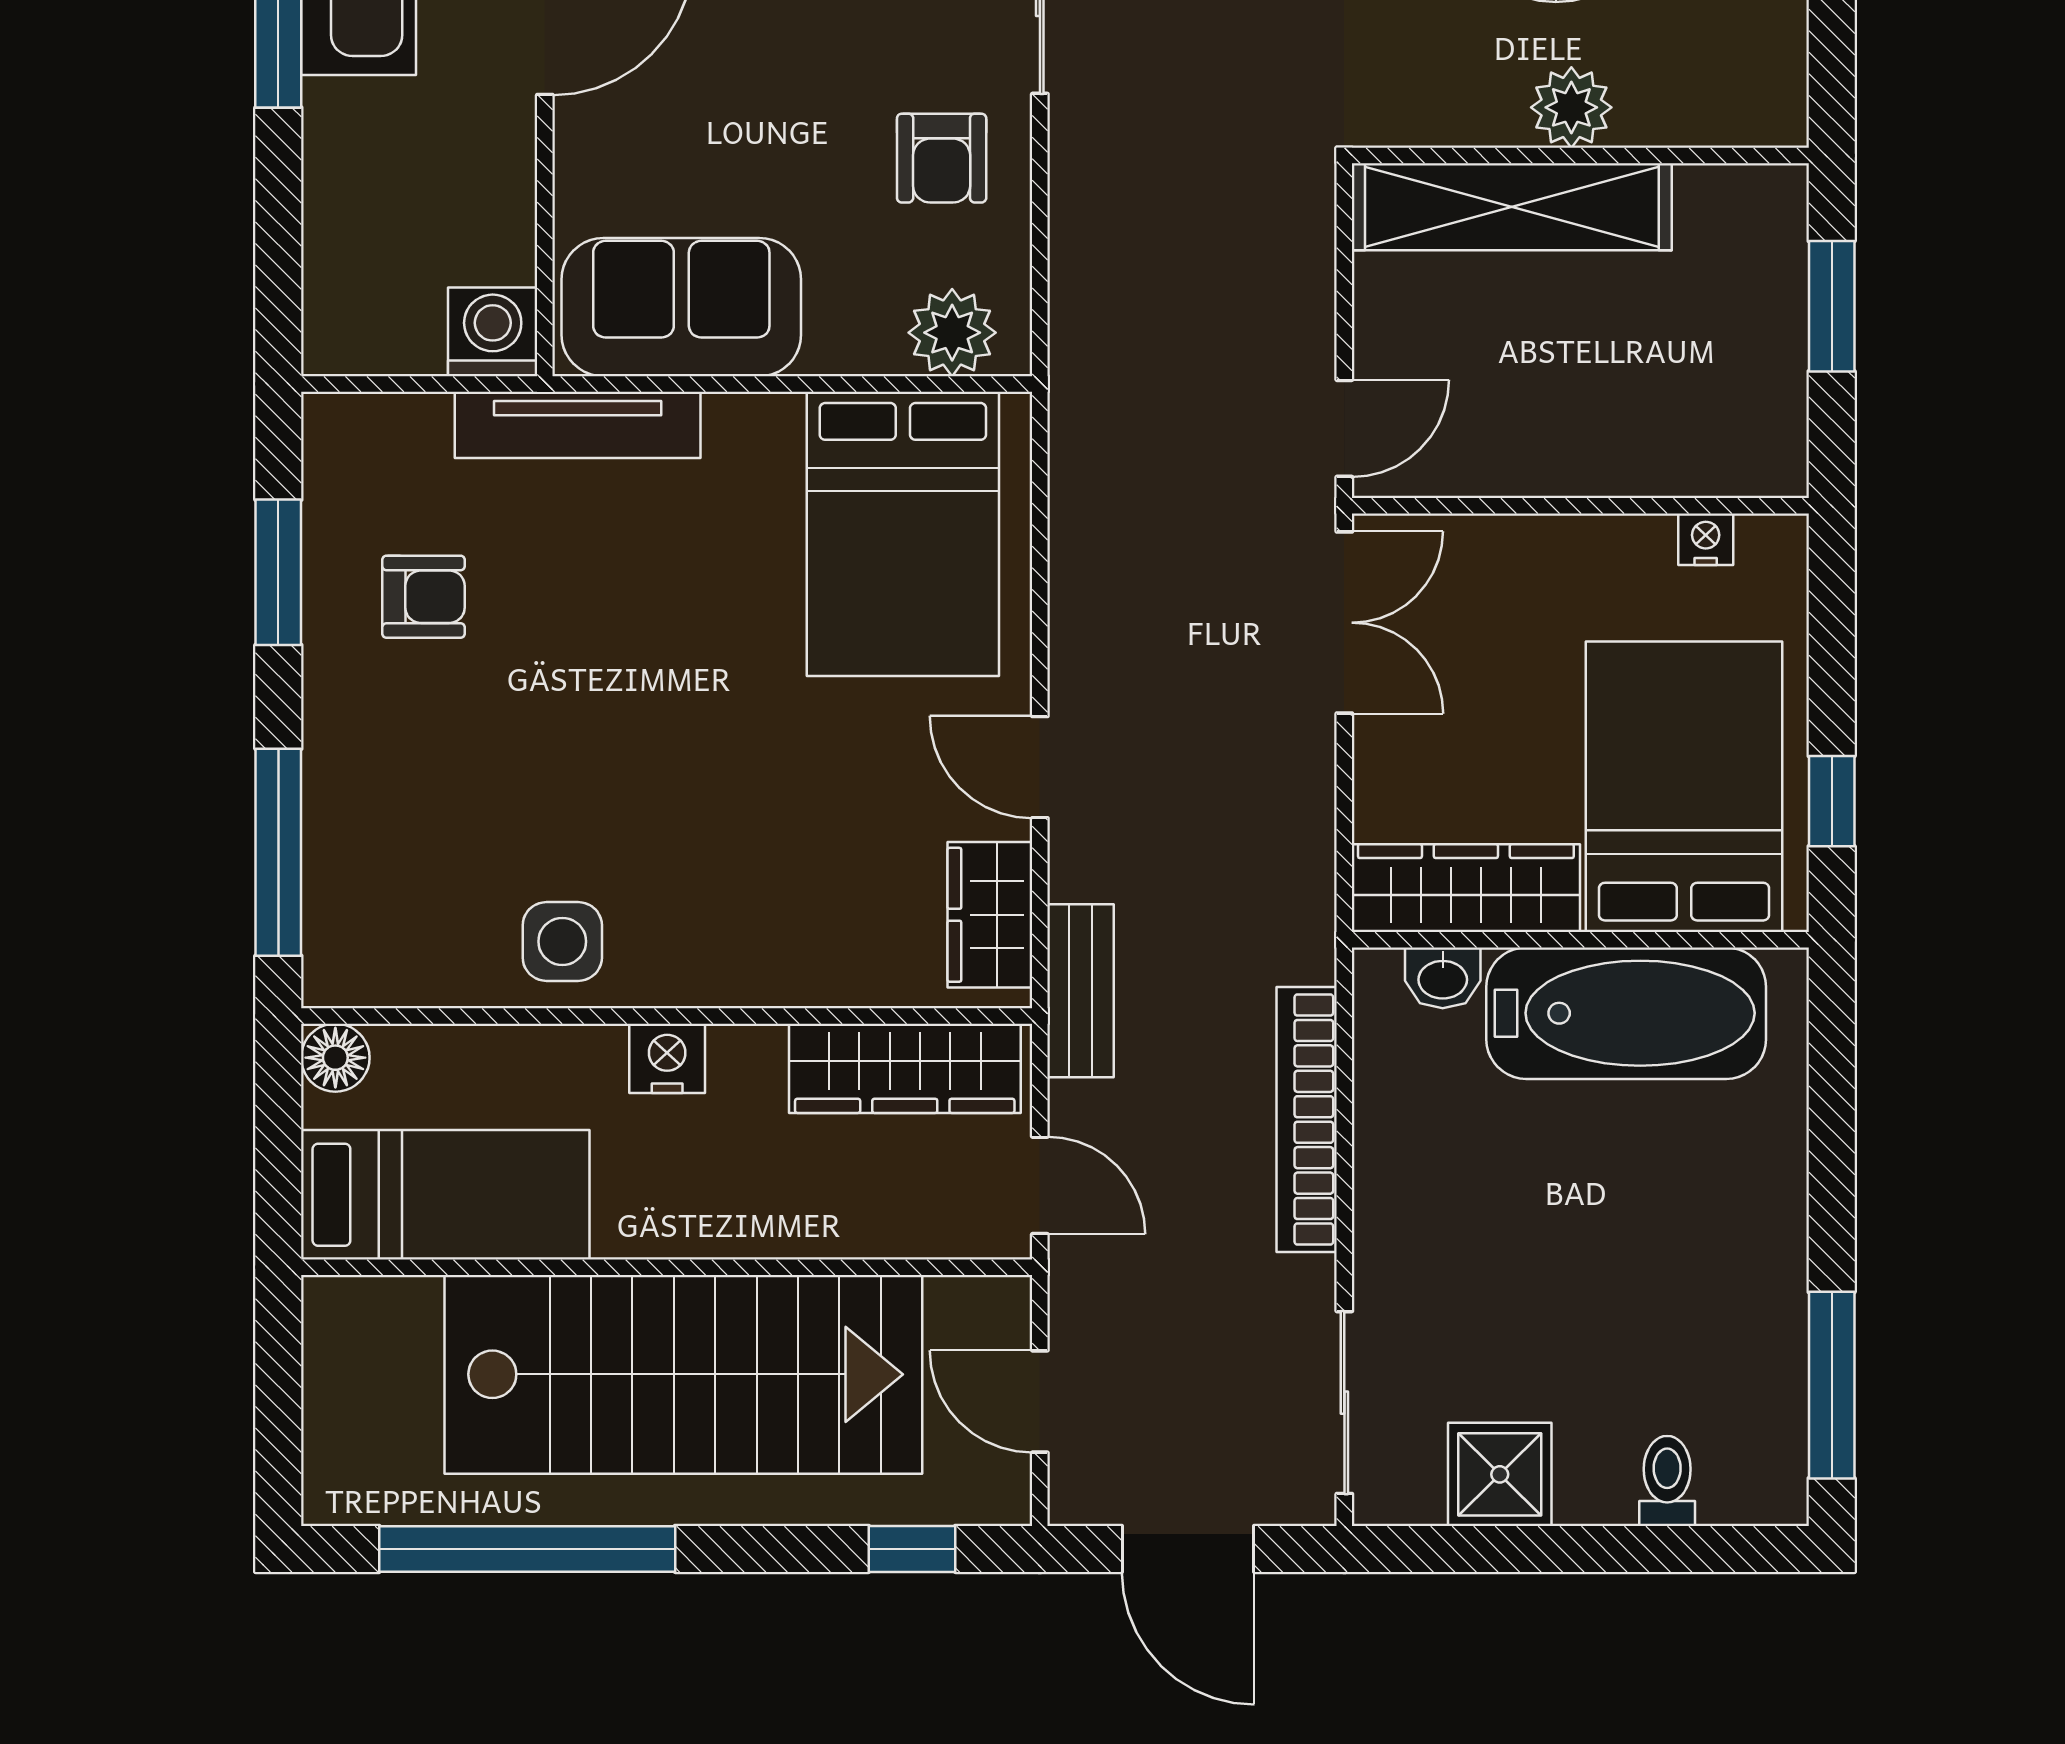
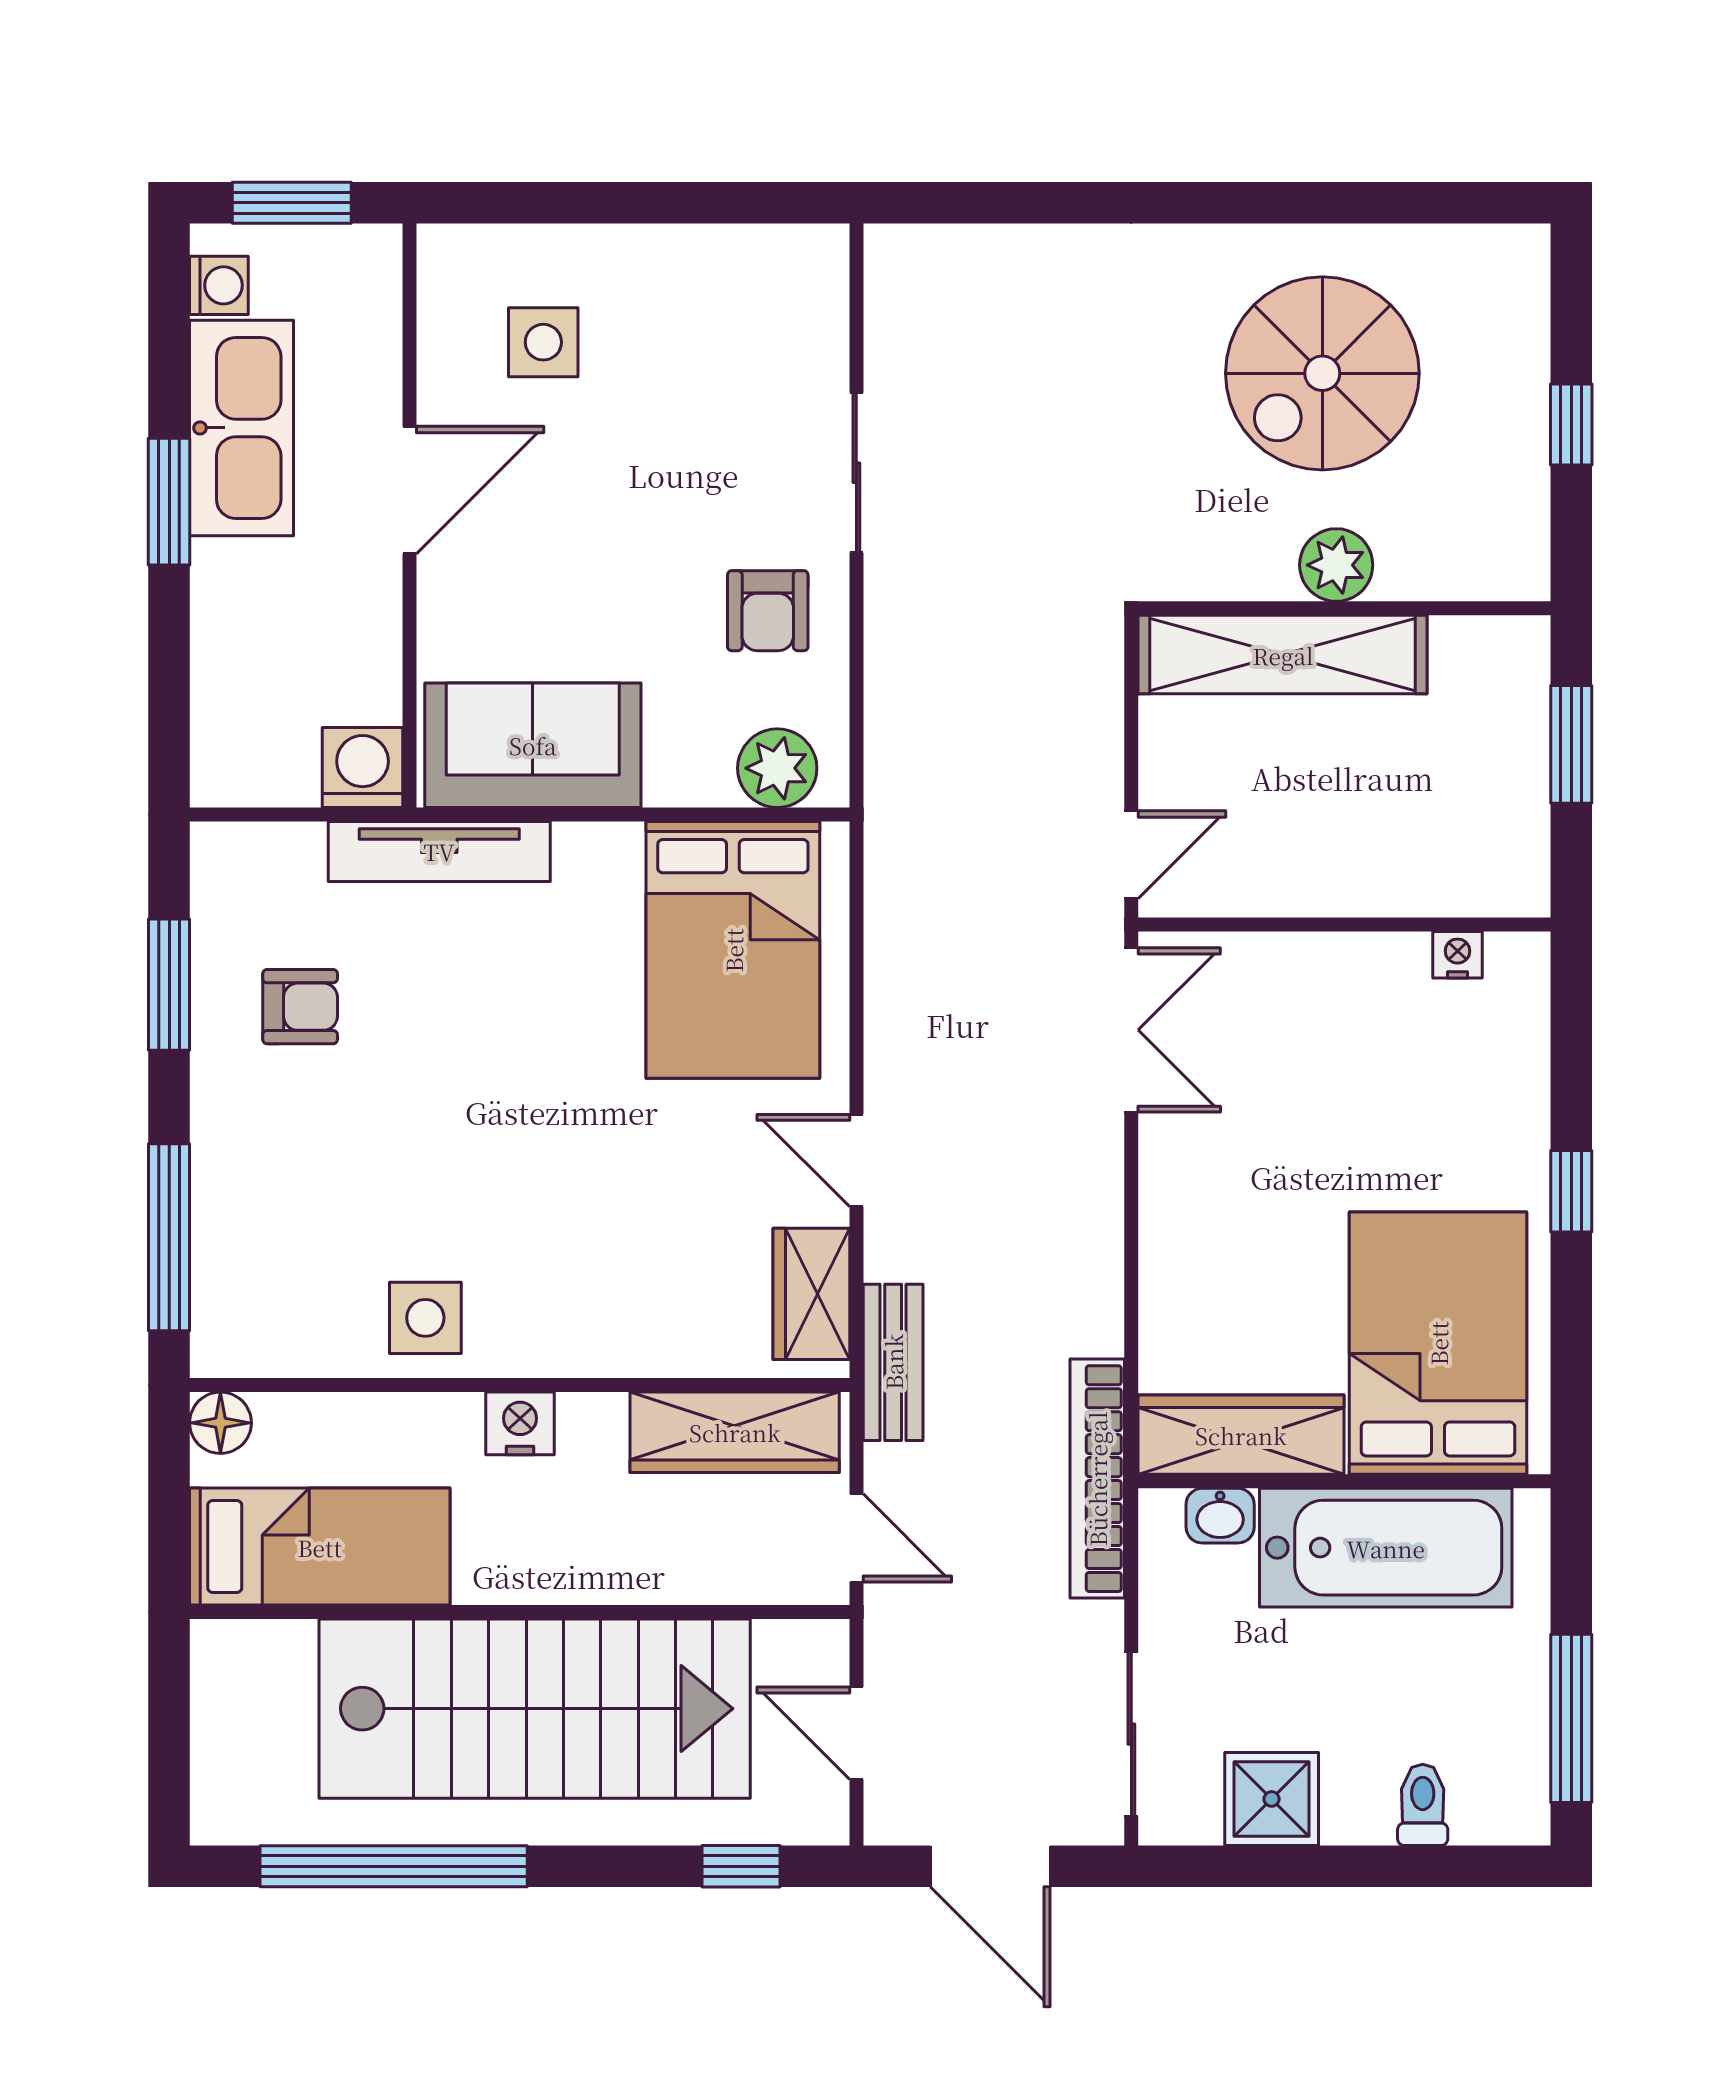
bed: (1684, 787) -> (1438, 1343), moved
wardrobe: (1466, 888) -> (1241, 1435), moved
wall: (1580, 940) -> (1344, 1481), moved
washbasin: (1443, 978) -> (1220, 1516), moved
bathtub: (1626, 1013) -> (1386, 1548), moved

